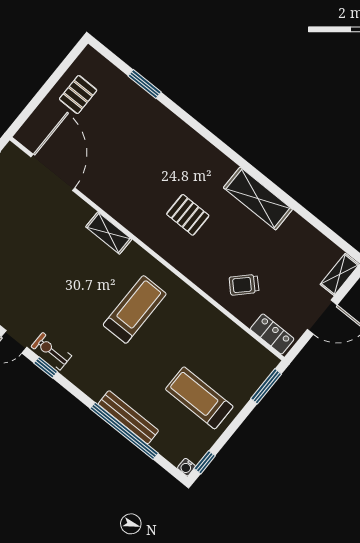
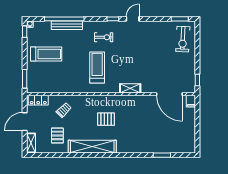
pallet: (78, 95) -> (57, 135), moved
filing cabinet: (27, 133) -> (191, 101), added
shelving: (258, 198) -> (92, 147), width x1.47
treadmill: (135, 309) -> (97, 68), turned 180
exercise bike: (51, 351) -> (104, 37), moved

